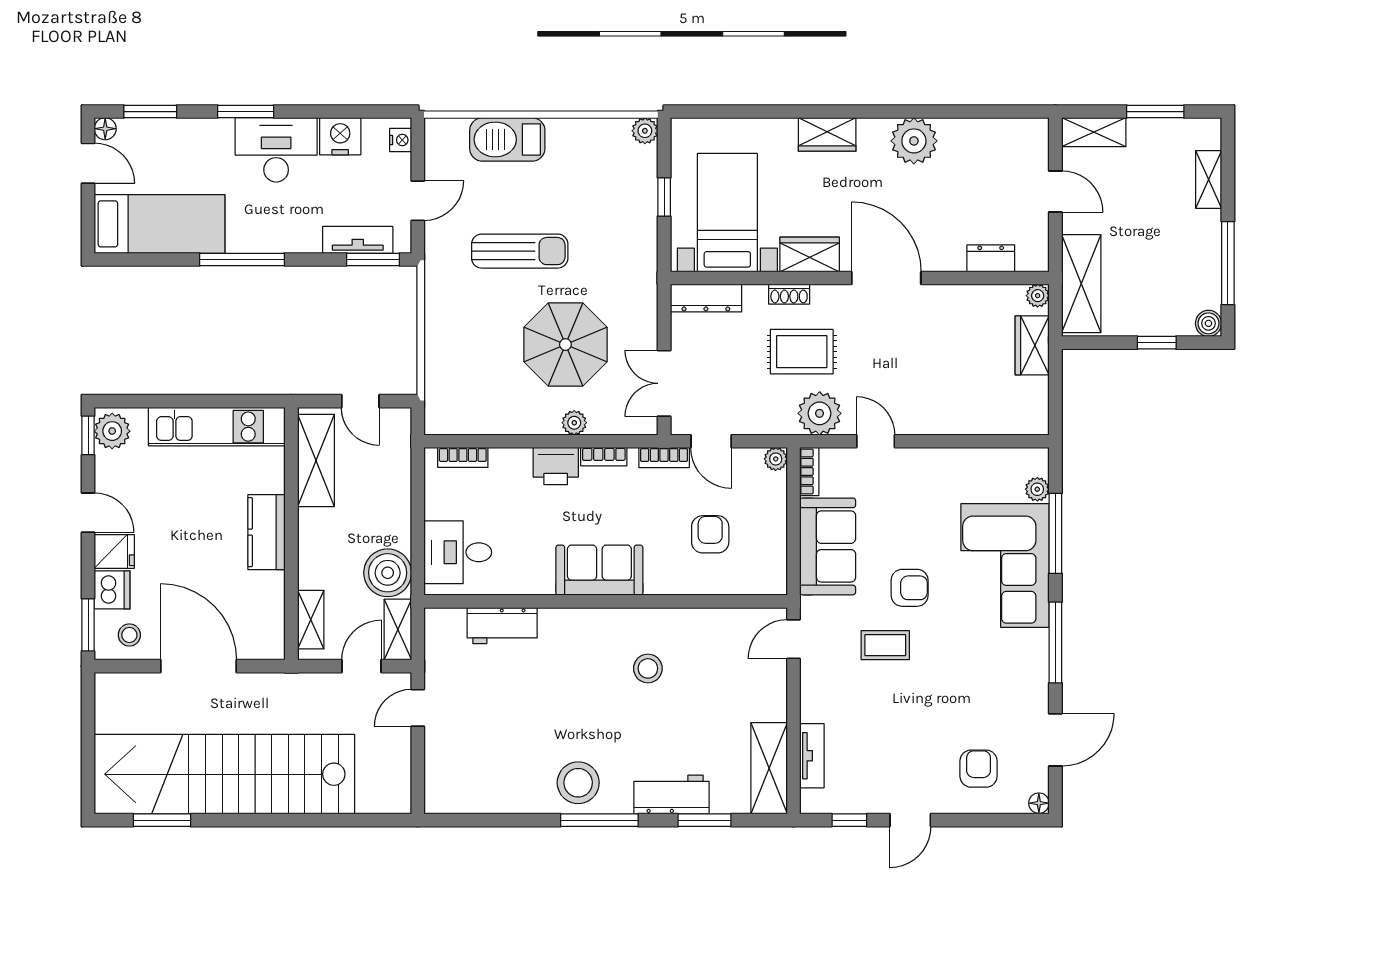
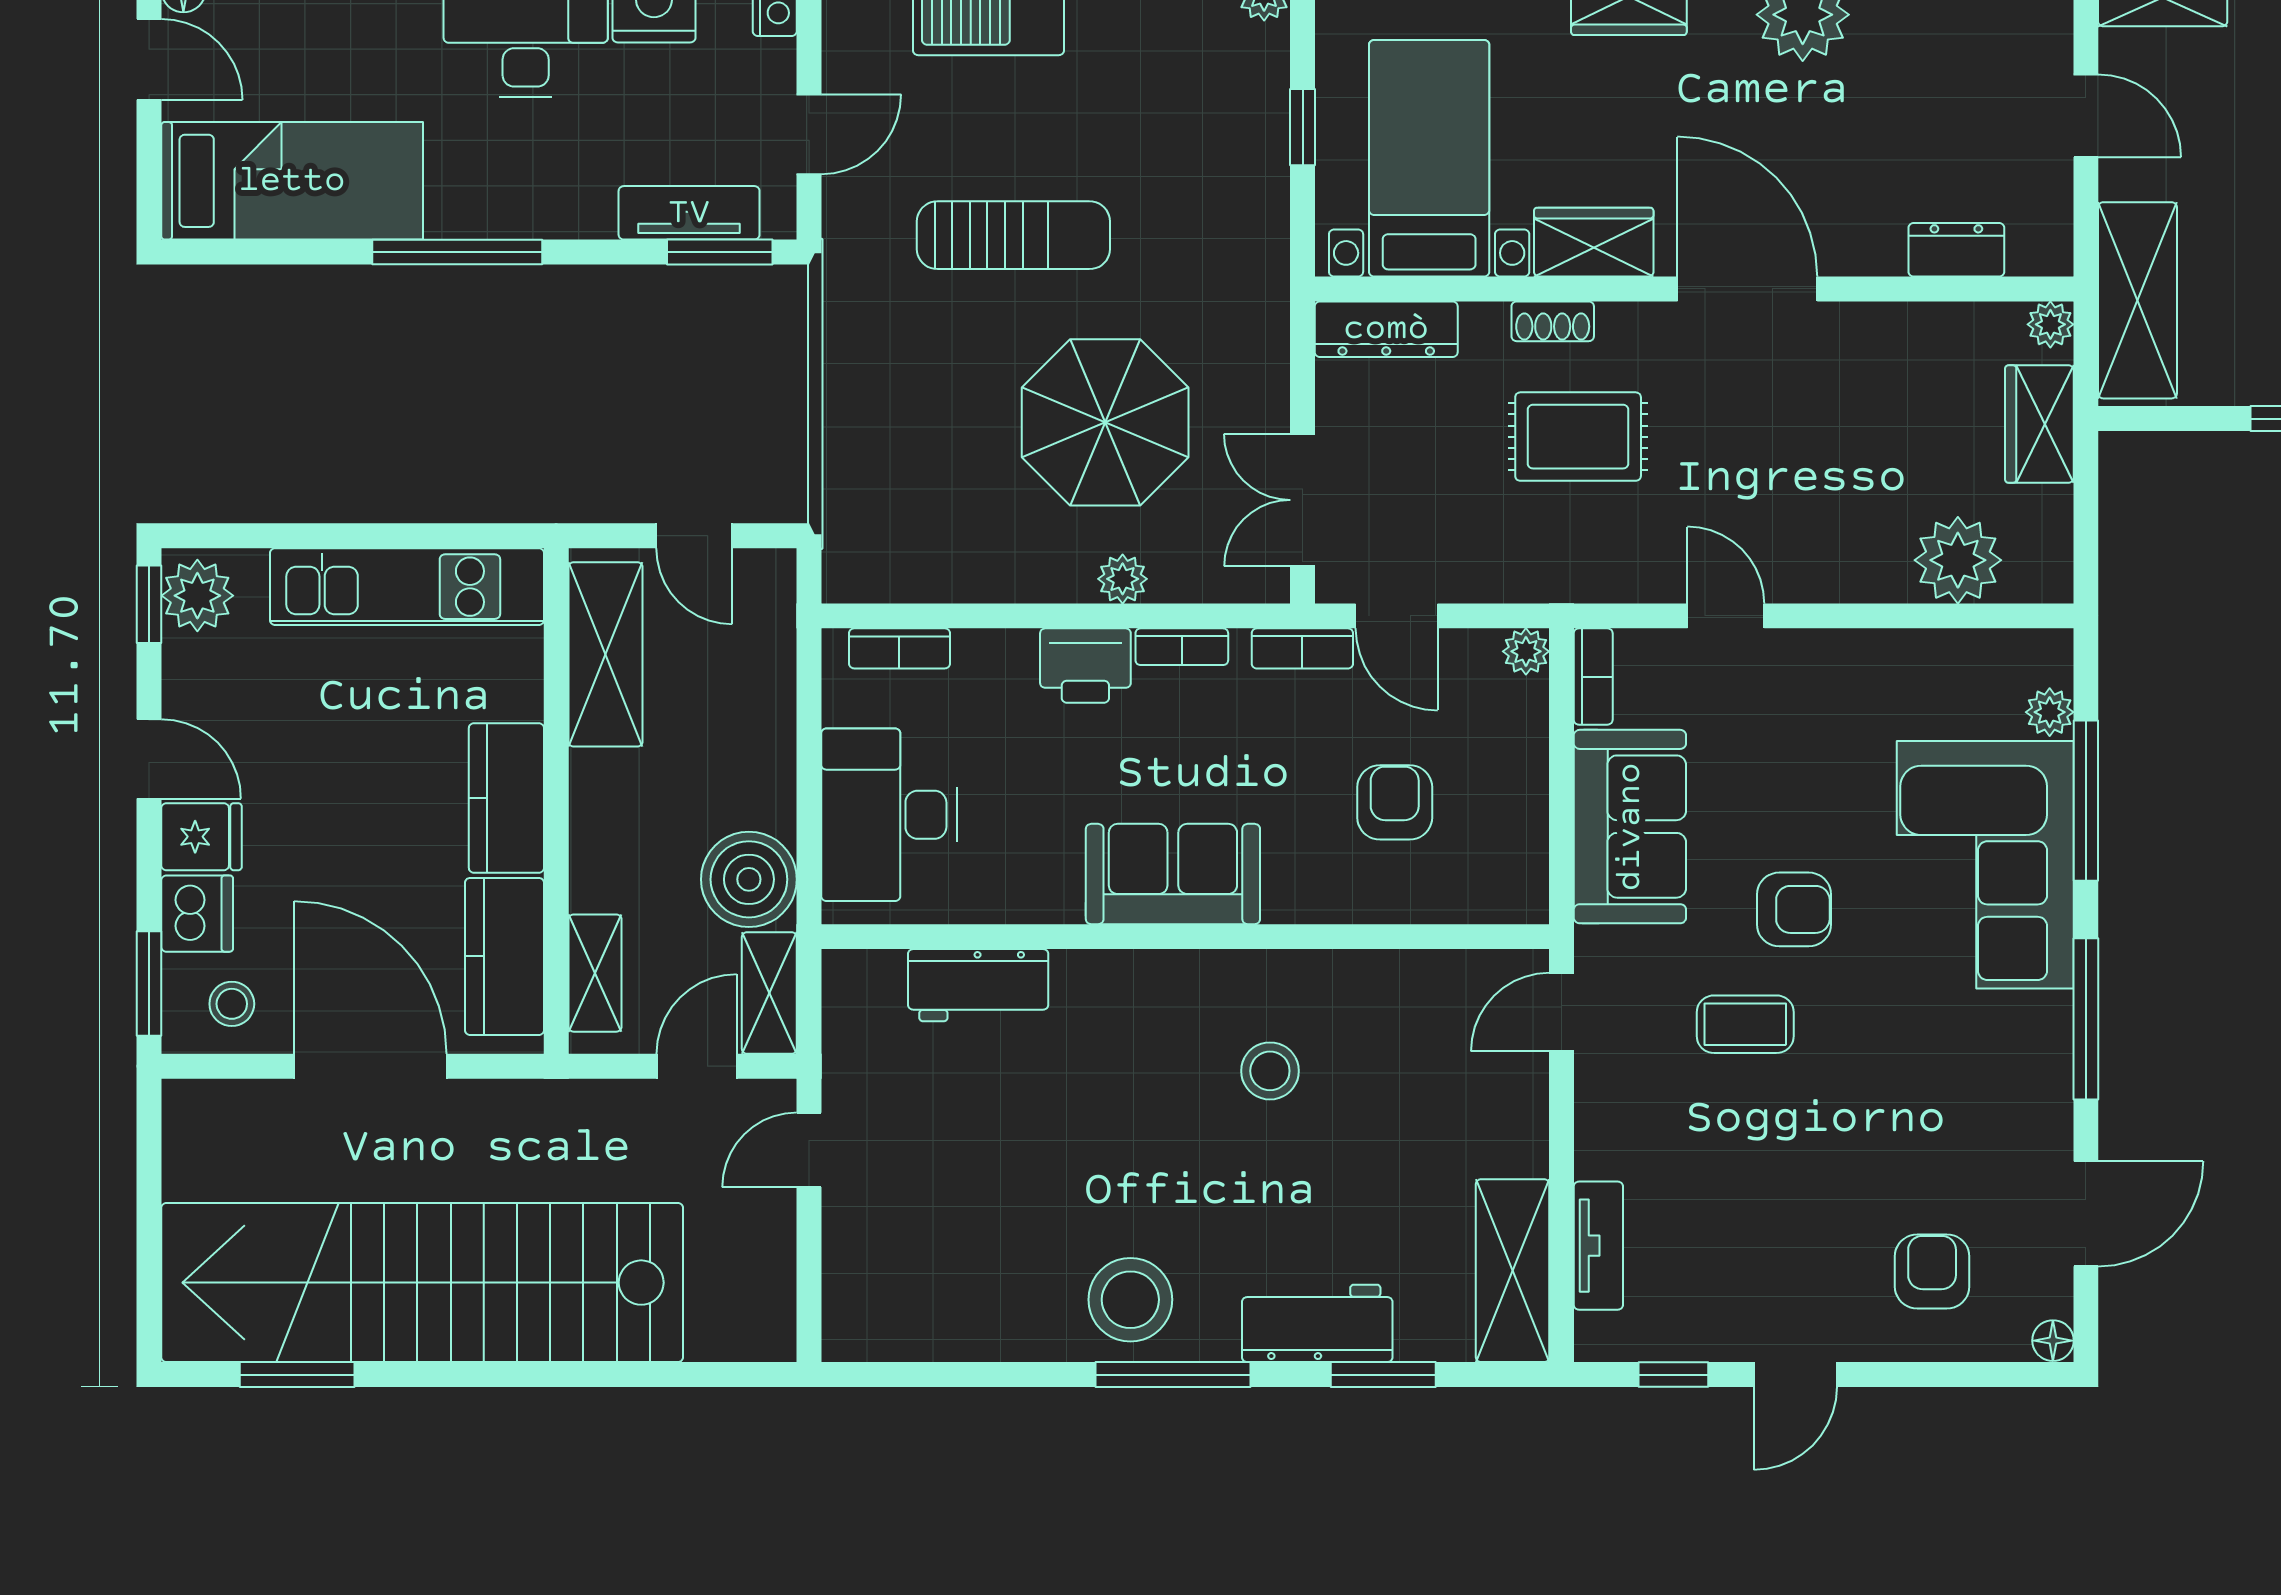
plant: (820, 413) -> (1958, 560), moved
desk: (458, 552) -> (889, 815), width x1.37
kitchen counter: (266, 611) -> (504, 956), added

